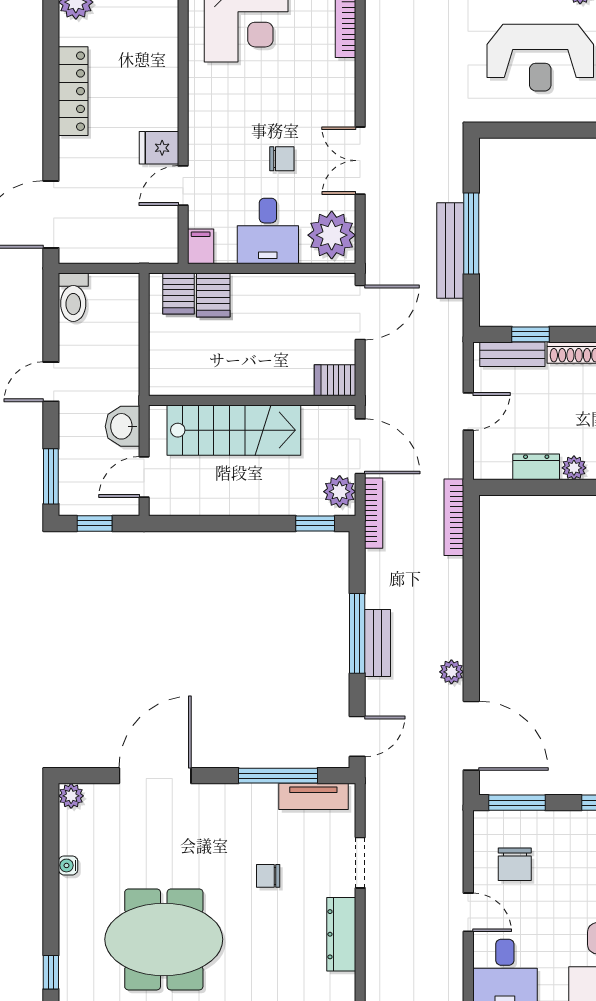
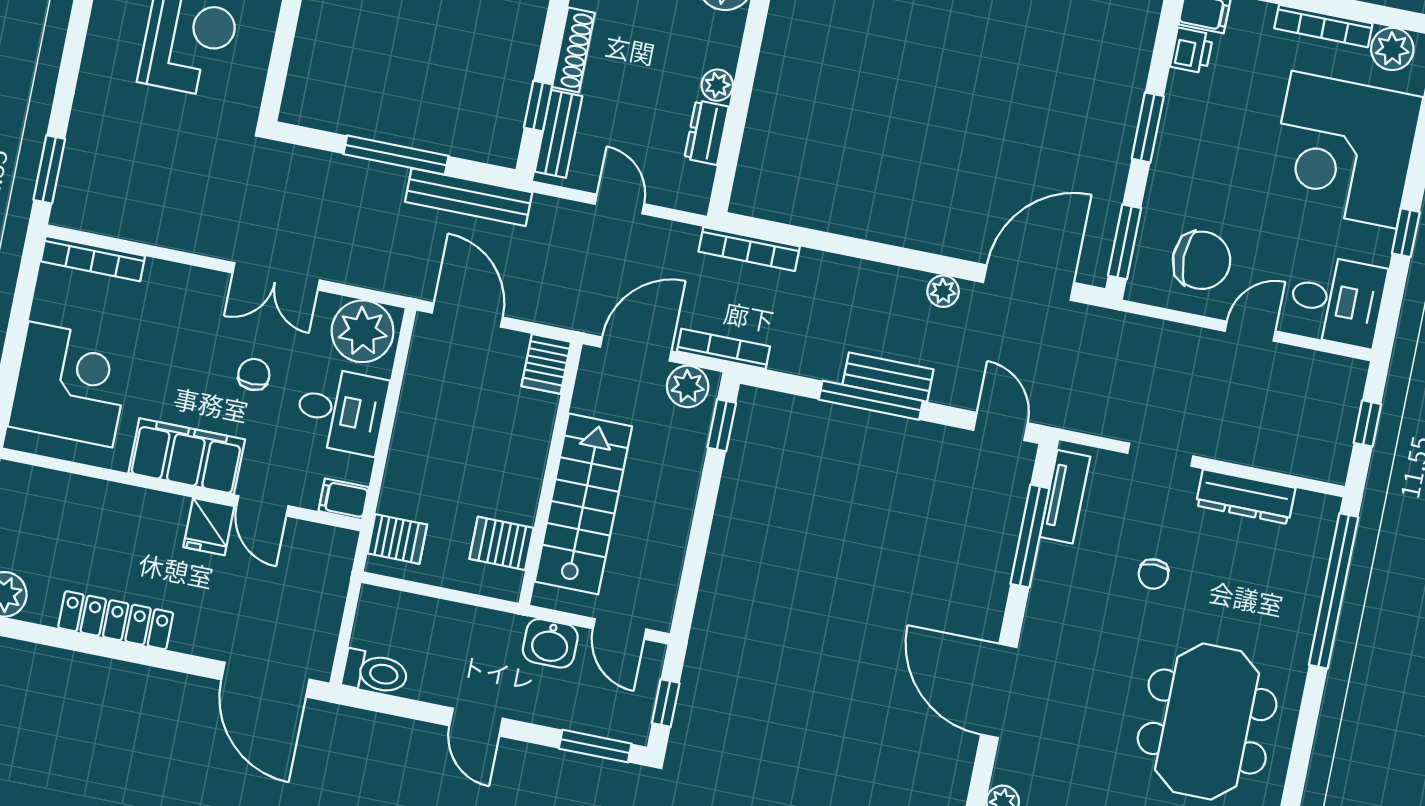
filing cabinet: (209, 120) -> (187, 456), added
bench: (450, 251) -> (469, 197), moved
server rack: (213, 295) -> (502, 543), moved, turned 180
chair: (515, 864) -> (1202, 260), width x1.37, depth x1.37

